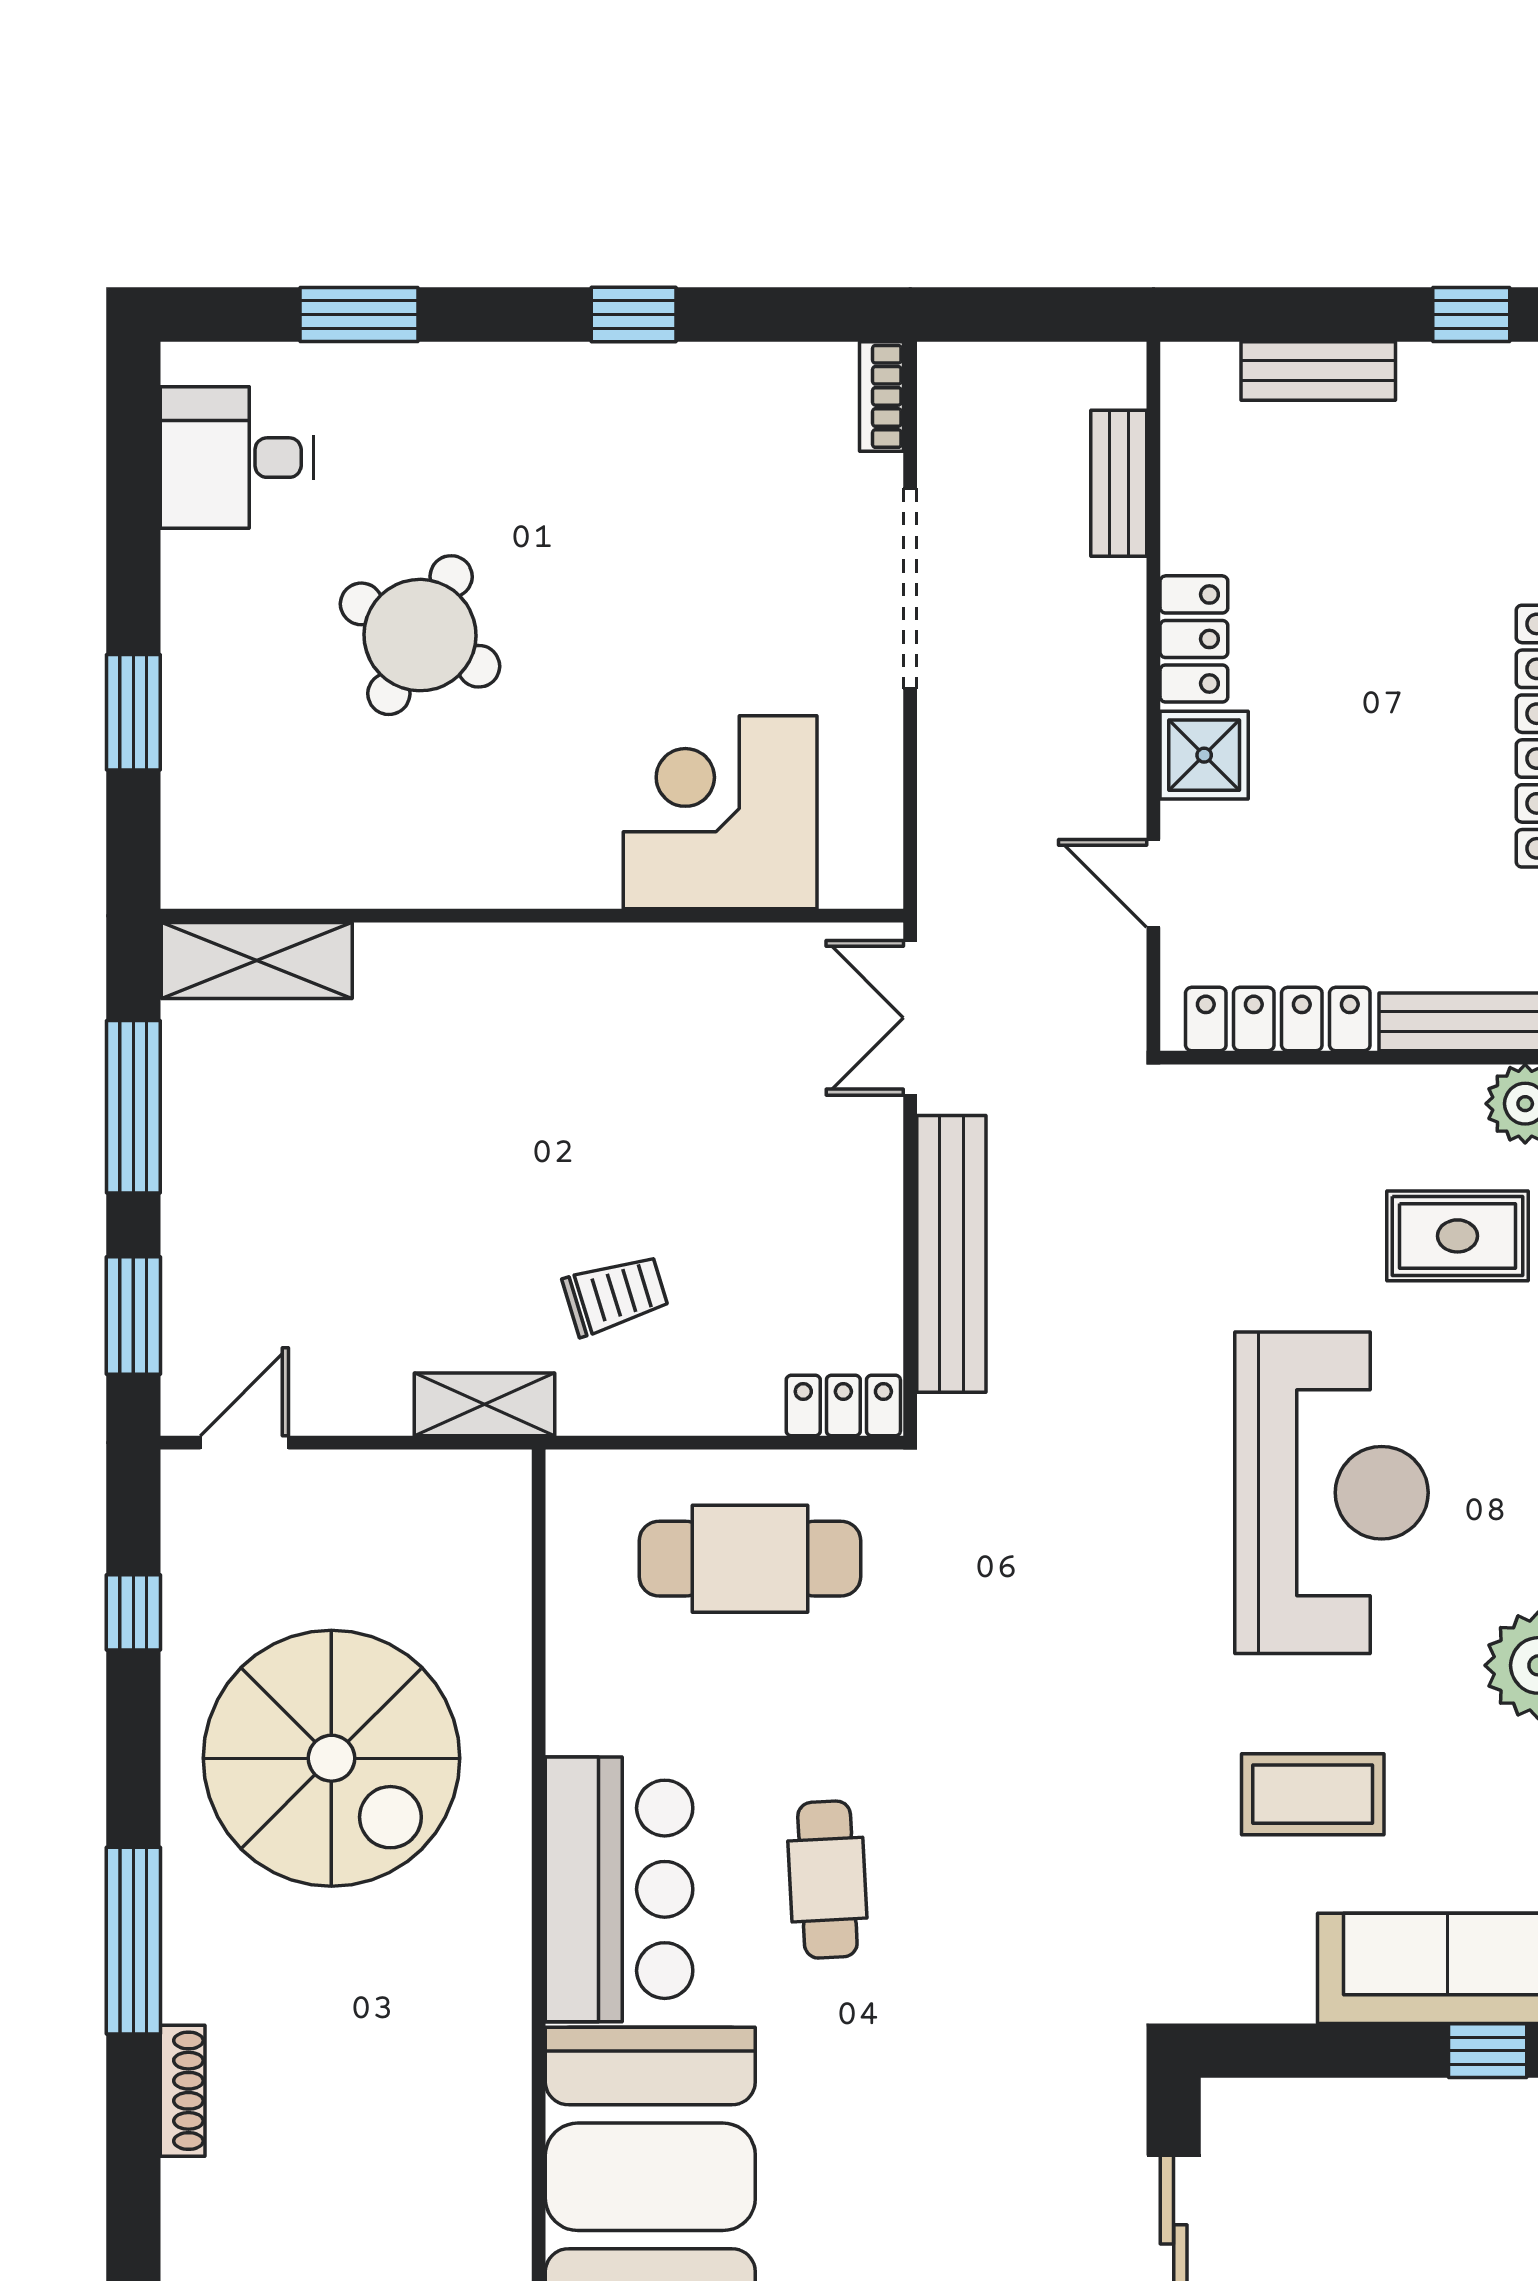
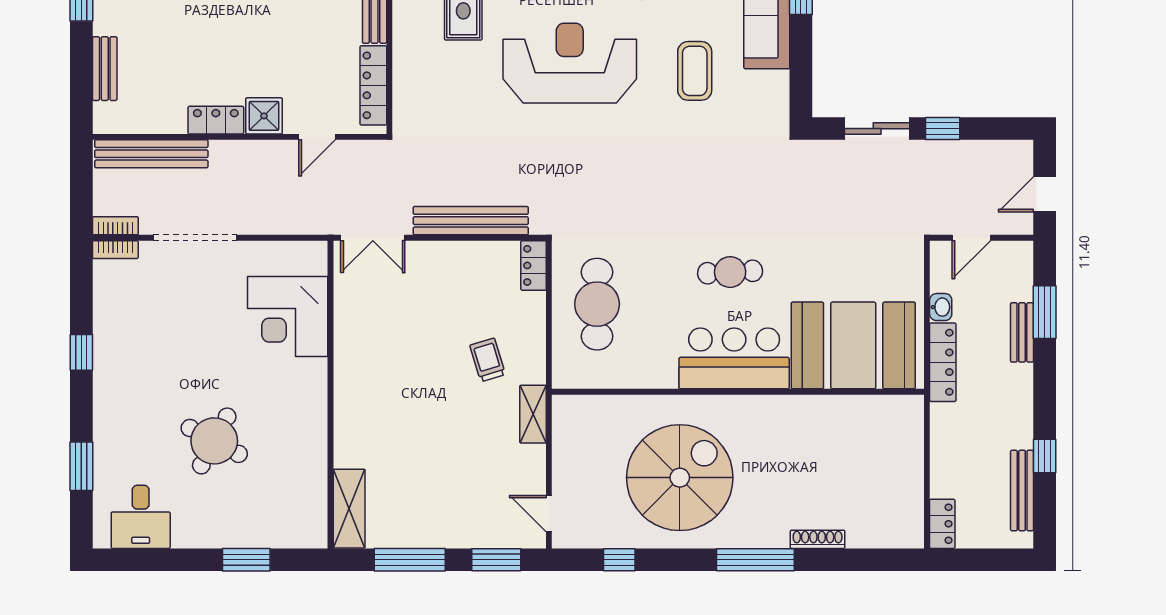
bookcase: (939, 397) -> (115, 226), added
bench: (1119, 483) -> (151, 154), width x1.86, depth x1.21

